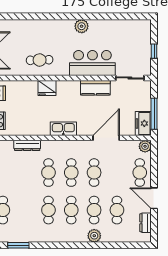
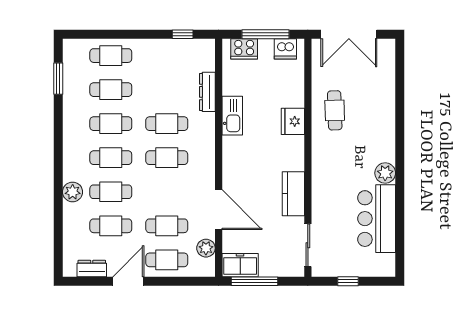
bar counter: (92, 63) -> (377, 219), moved, turned 180
kitchen sink: (63, 129) -> (232, 116), moved
plant: (145, 146) -> (206, 248), moved
cafe table: (94, 173) -> (167, 226), moved
cafe table: (26, 210) -> (111, 90), added

